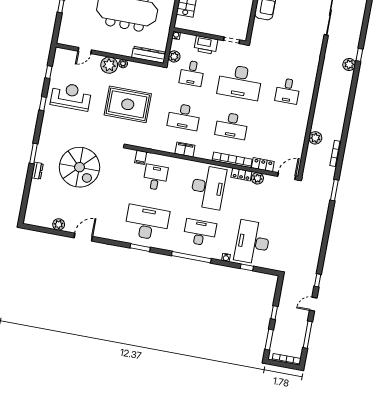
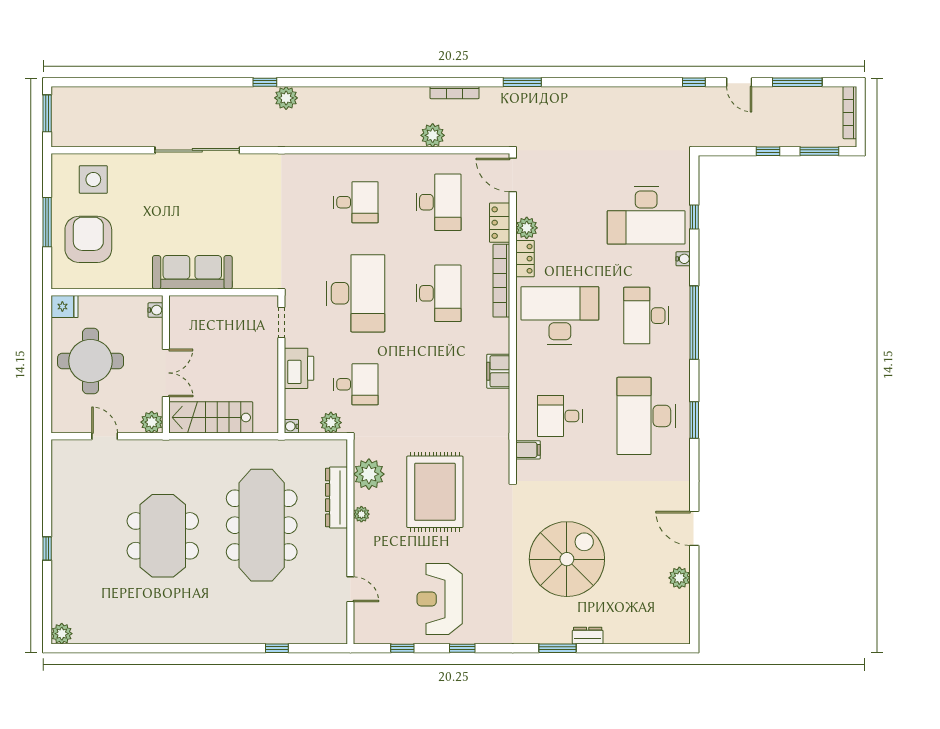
dresser: (149, 55) -> (336, 497), moved
plant: (109, 65) -> (369, 474), moved
desk: (184, 117) -> (438, 202), moved

